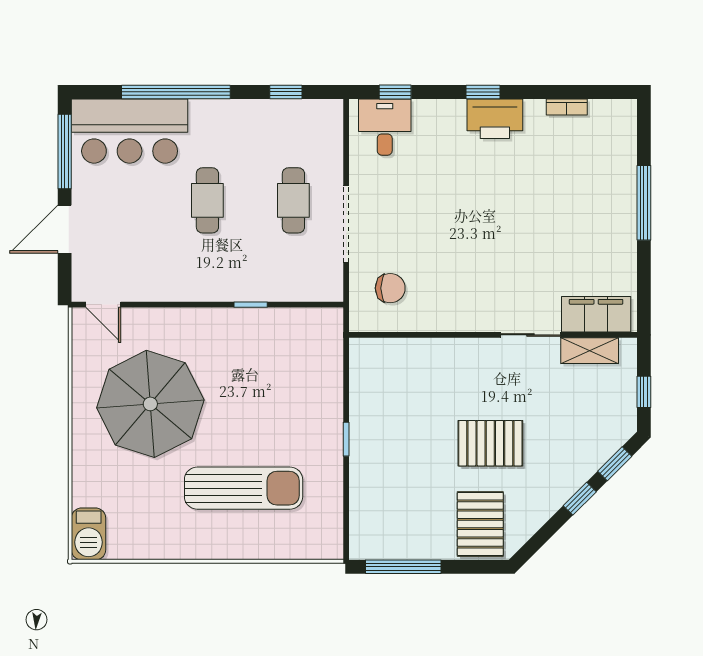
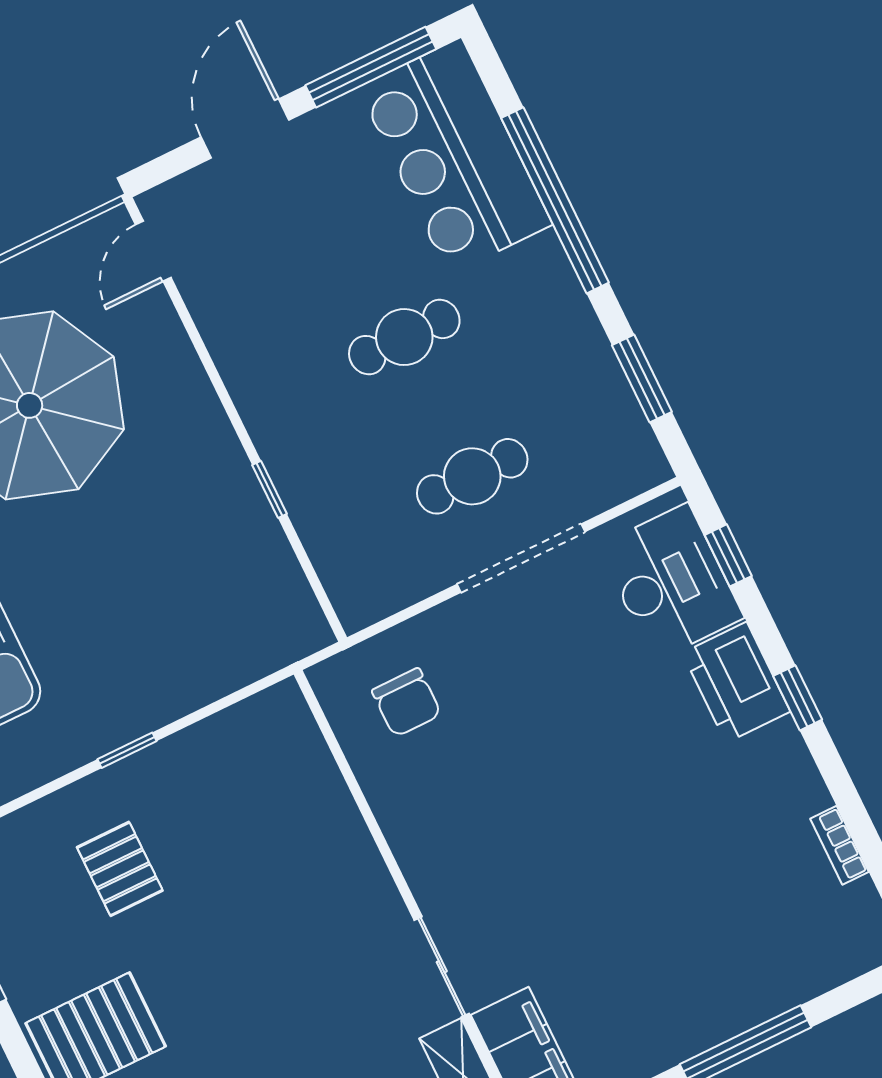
window: (286, 92) -> (642, 378), width x1.50
printer: (495, 119) -> (736, 682), moved
desk: (385, 127) -> (671, 582), width x1.37
doorway: (346, 224) -> (521, 558), moved
door: (65, 229) -> (245, 129), hinge flipped
pallet: (490, 443) -> (120, 869), moved, width x0.67, depth x0.71

